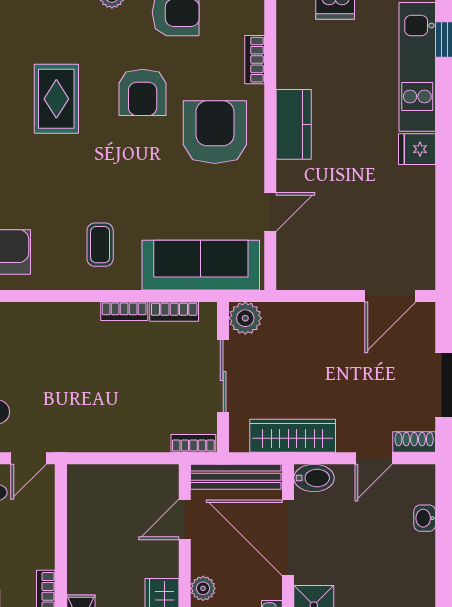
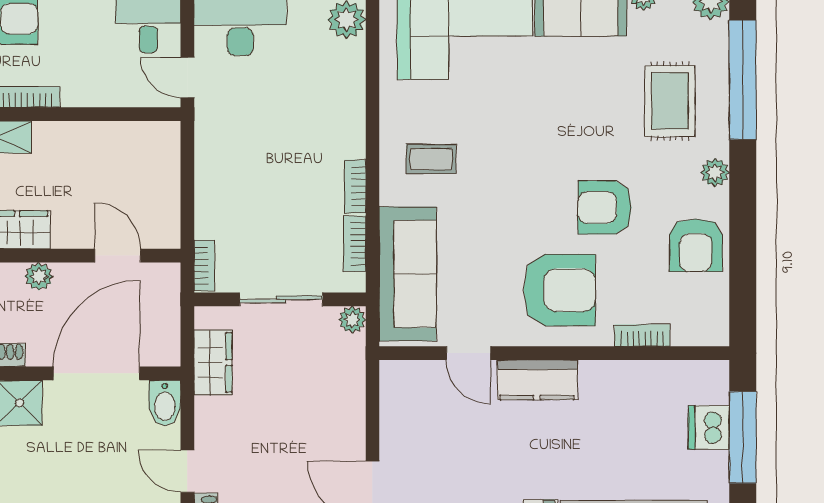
rug: (56, 99) -> (670, 101), moved, turned 90
kitchen counter: (294, 124) -> (537, 380), moved
plant: (245, 318) -> (352, 320), width x0.73, depth x0.73
wardrobe: (293, 436) -> (213, 362), width x0.67
bench: (236, 477) -> (166, 314), removed

